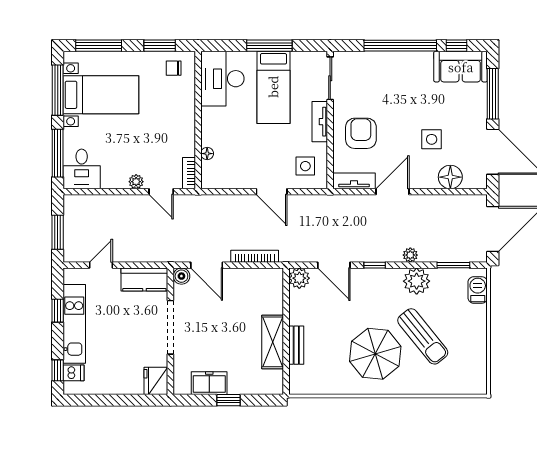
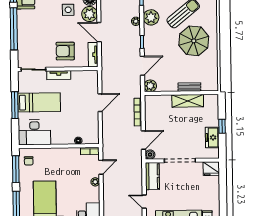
window: (160, 46) -> (16, 169), width x1.44
side table: (305, 166) -> (85, 83), removed
plant: (424, 176) -> (89, 14), added

